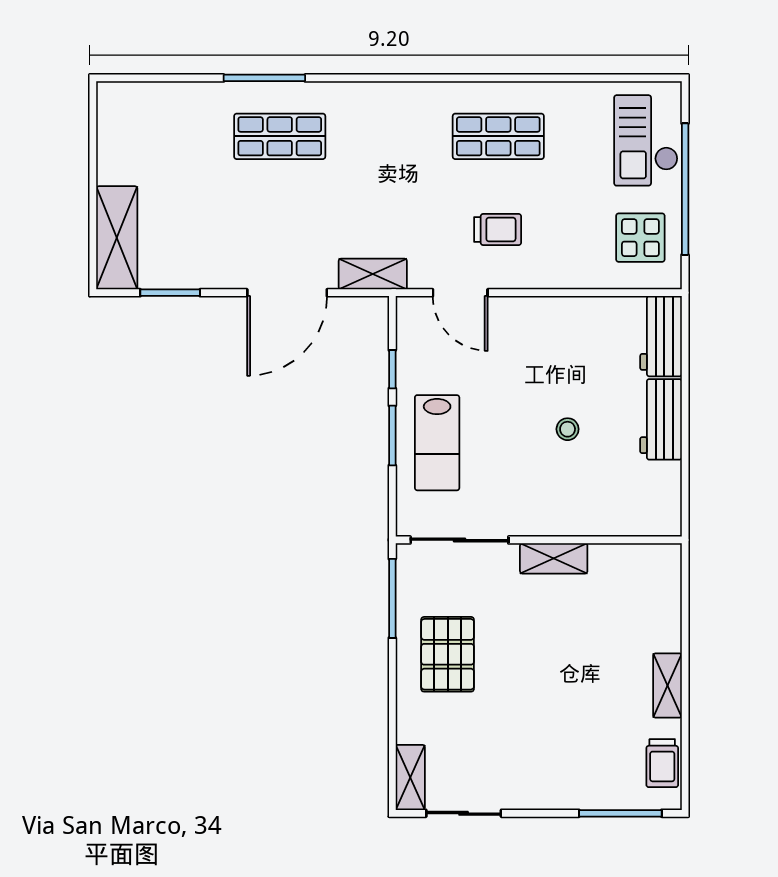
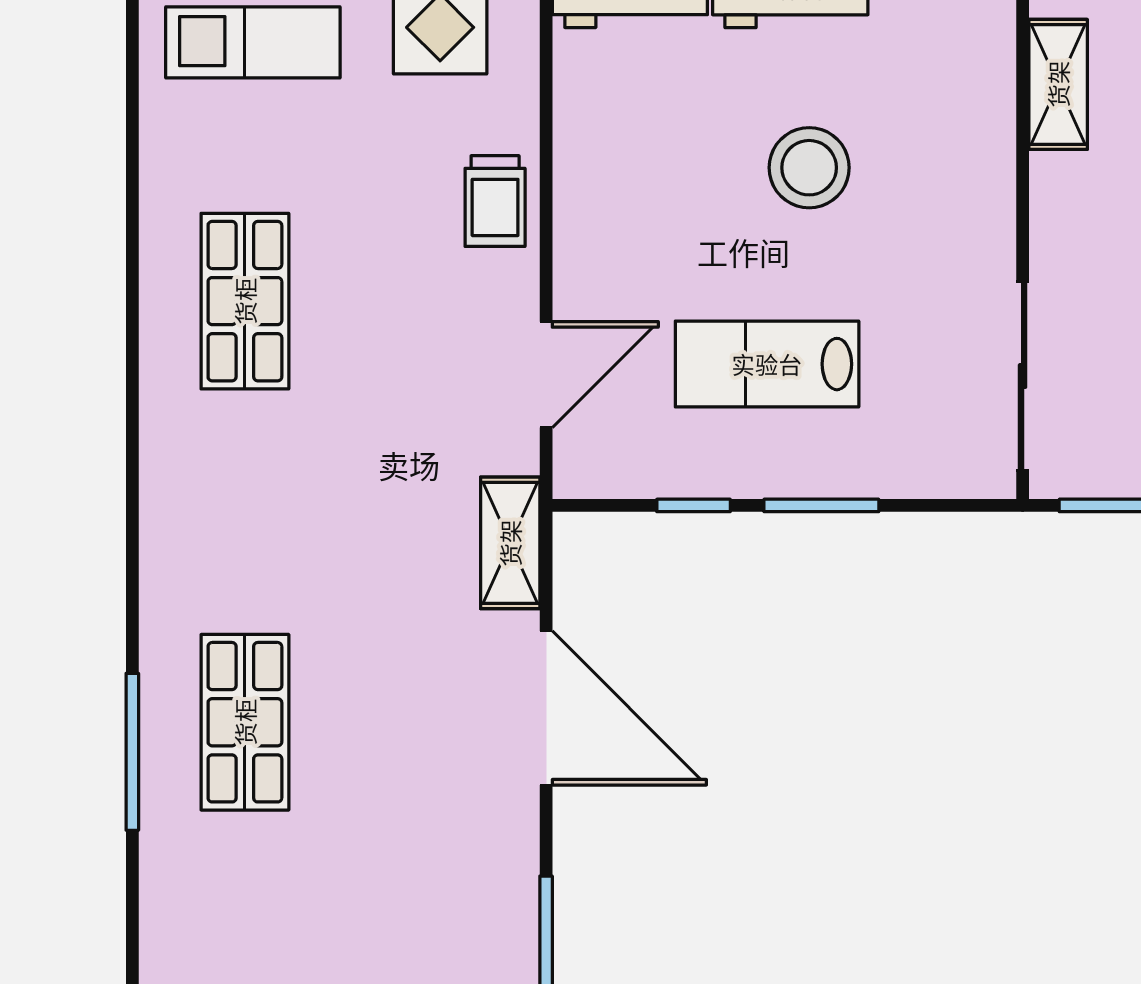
trolley: (498, 229) -> (495, 201), moved, turned 180
stool: (568, 429) -> (809, 168), width x1.89, depth x1.89
lab bench: (437, 443) -> (767, 364), moved, turned 180
shelving: (554, 558) -> (1058, 84), moved

